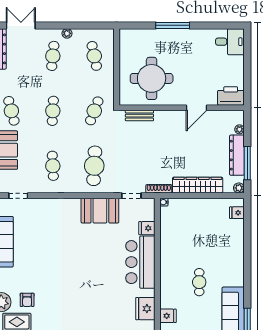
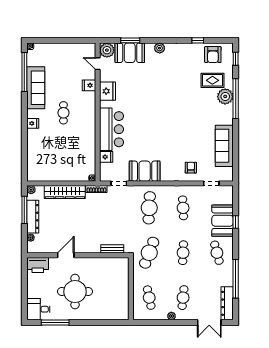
window: (173, 25) -> (55, 322), moved
round table: (152, 78) -> (75, 292), moved
cafe table: (94, 111) -> (149, 253), width x1.37, depth x1.35
fridge: (237, 213) -> (33, 123), moved
armchair: (27, 300) -> (191, 168), moved

